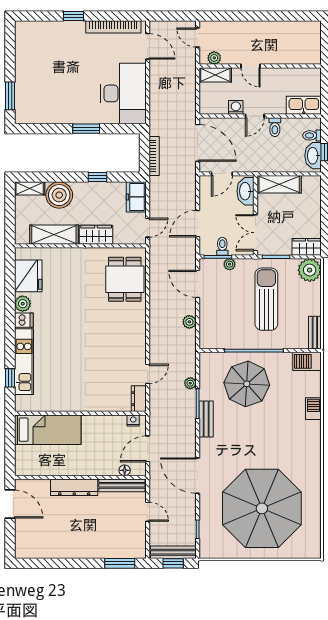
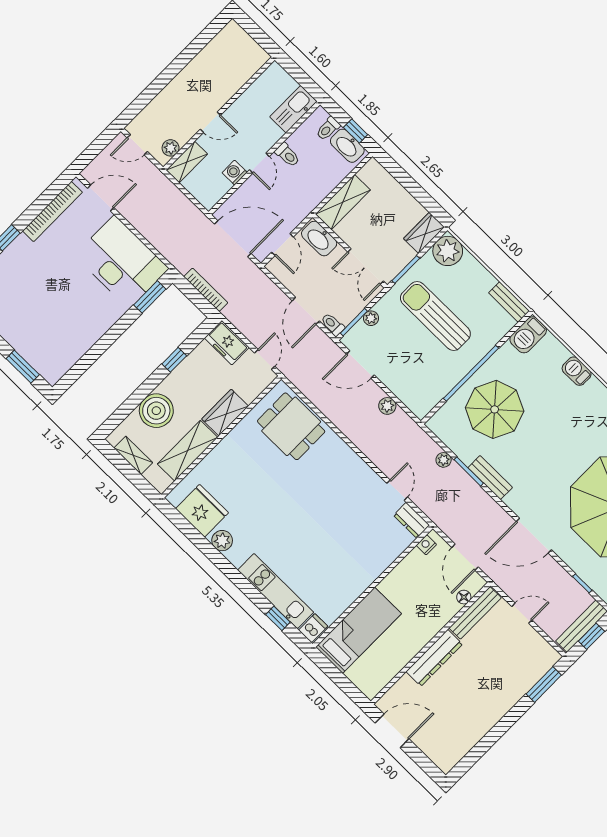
window: (86, 129) -> (150, 297), moved
shelving: (30, 188) -> (133, 455), moved, turned 90
toilet: (222, 246) -> (333, 325), moved
dishwasher: (24, 320) -> (313, 628), moved

